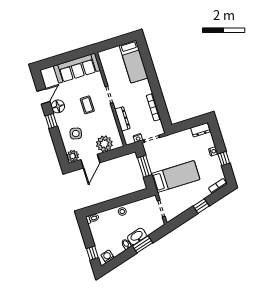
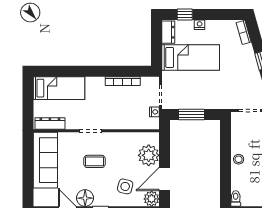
dresser: (122, 119) -> (50, 124), moved
window: (224, 159) -> (185, 14), moved
door: (90, 161) -> (165, 179), swing flipped
bed: (176, 177) -> (191, 57), moved, turned 90

